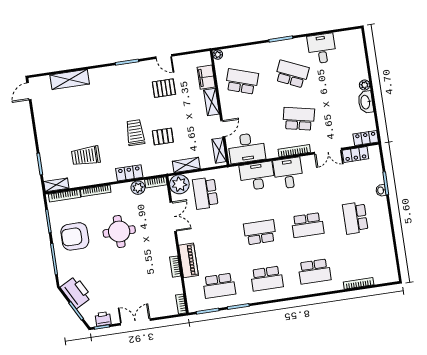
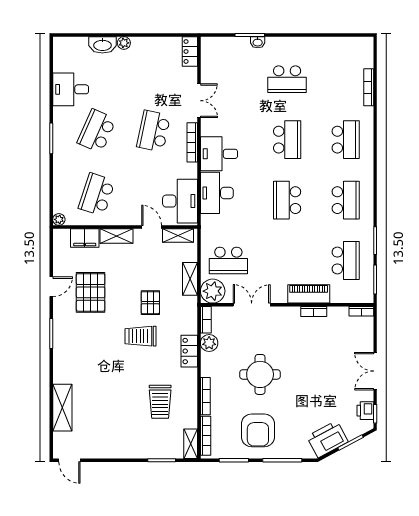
pallet: (164, 88) -> (91, 292), width x1.50, depth x1.42
washbasin: (366, 102) -> (103, 45), moved
locker: (355, 155) -> (208, 67), removed

